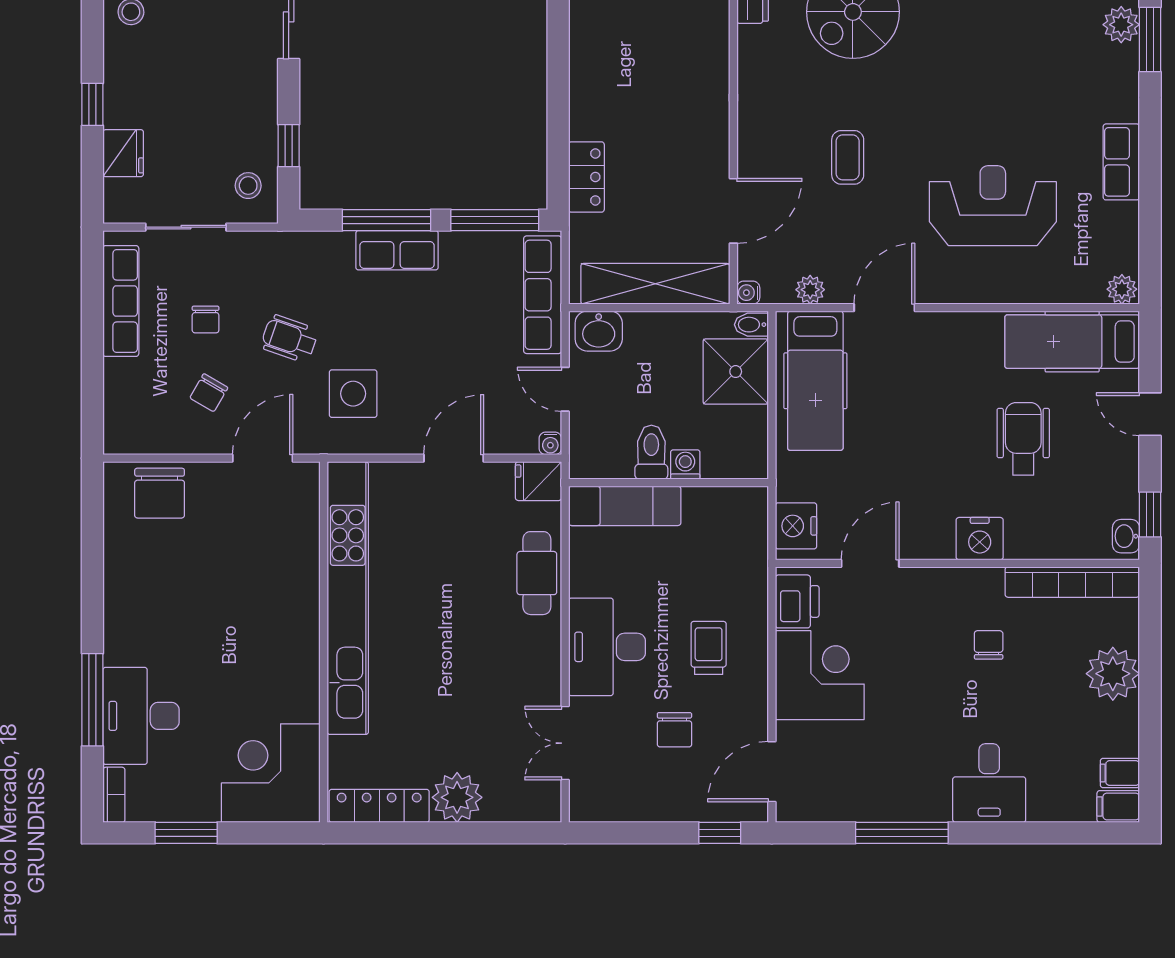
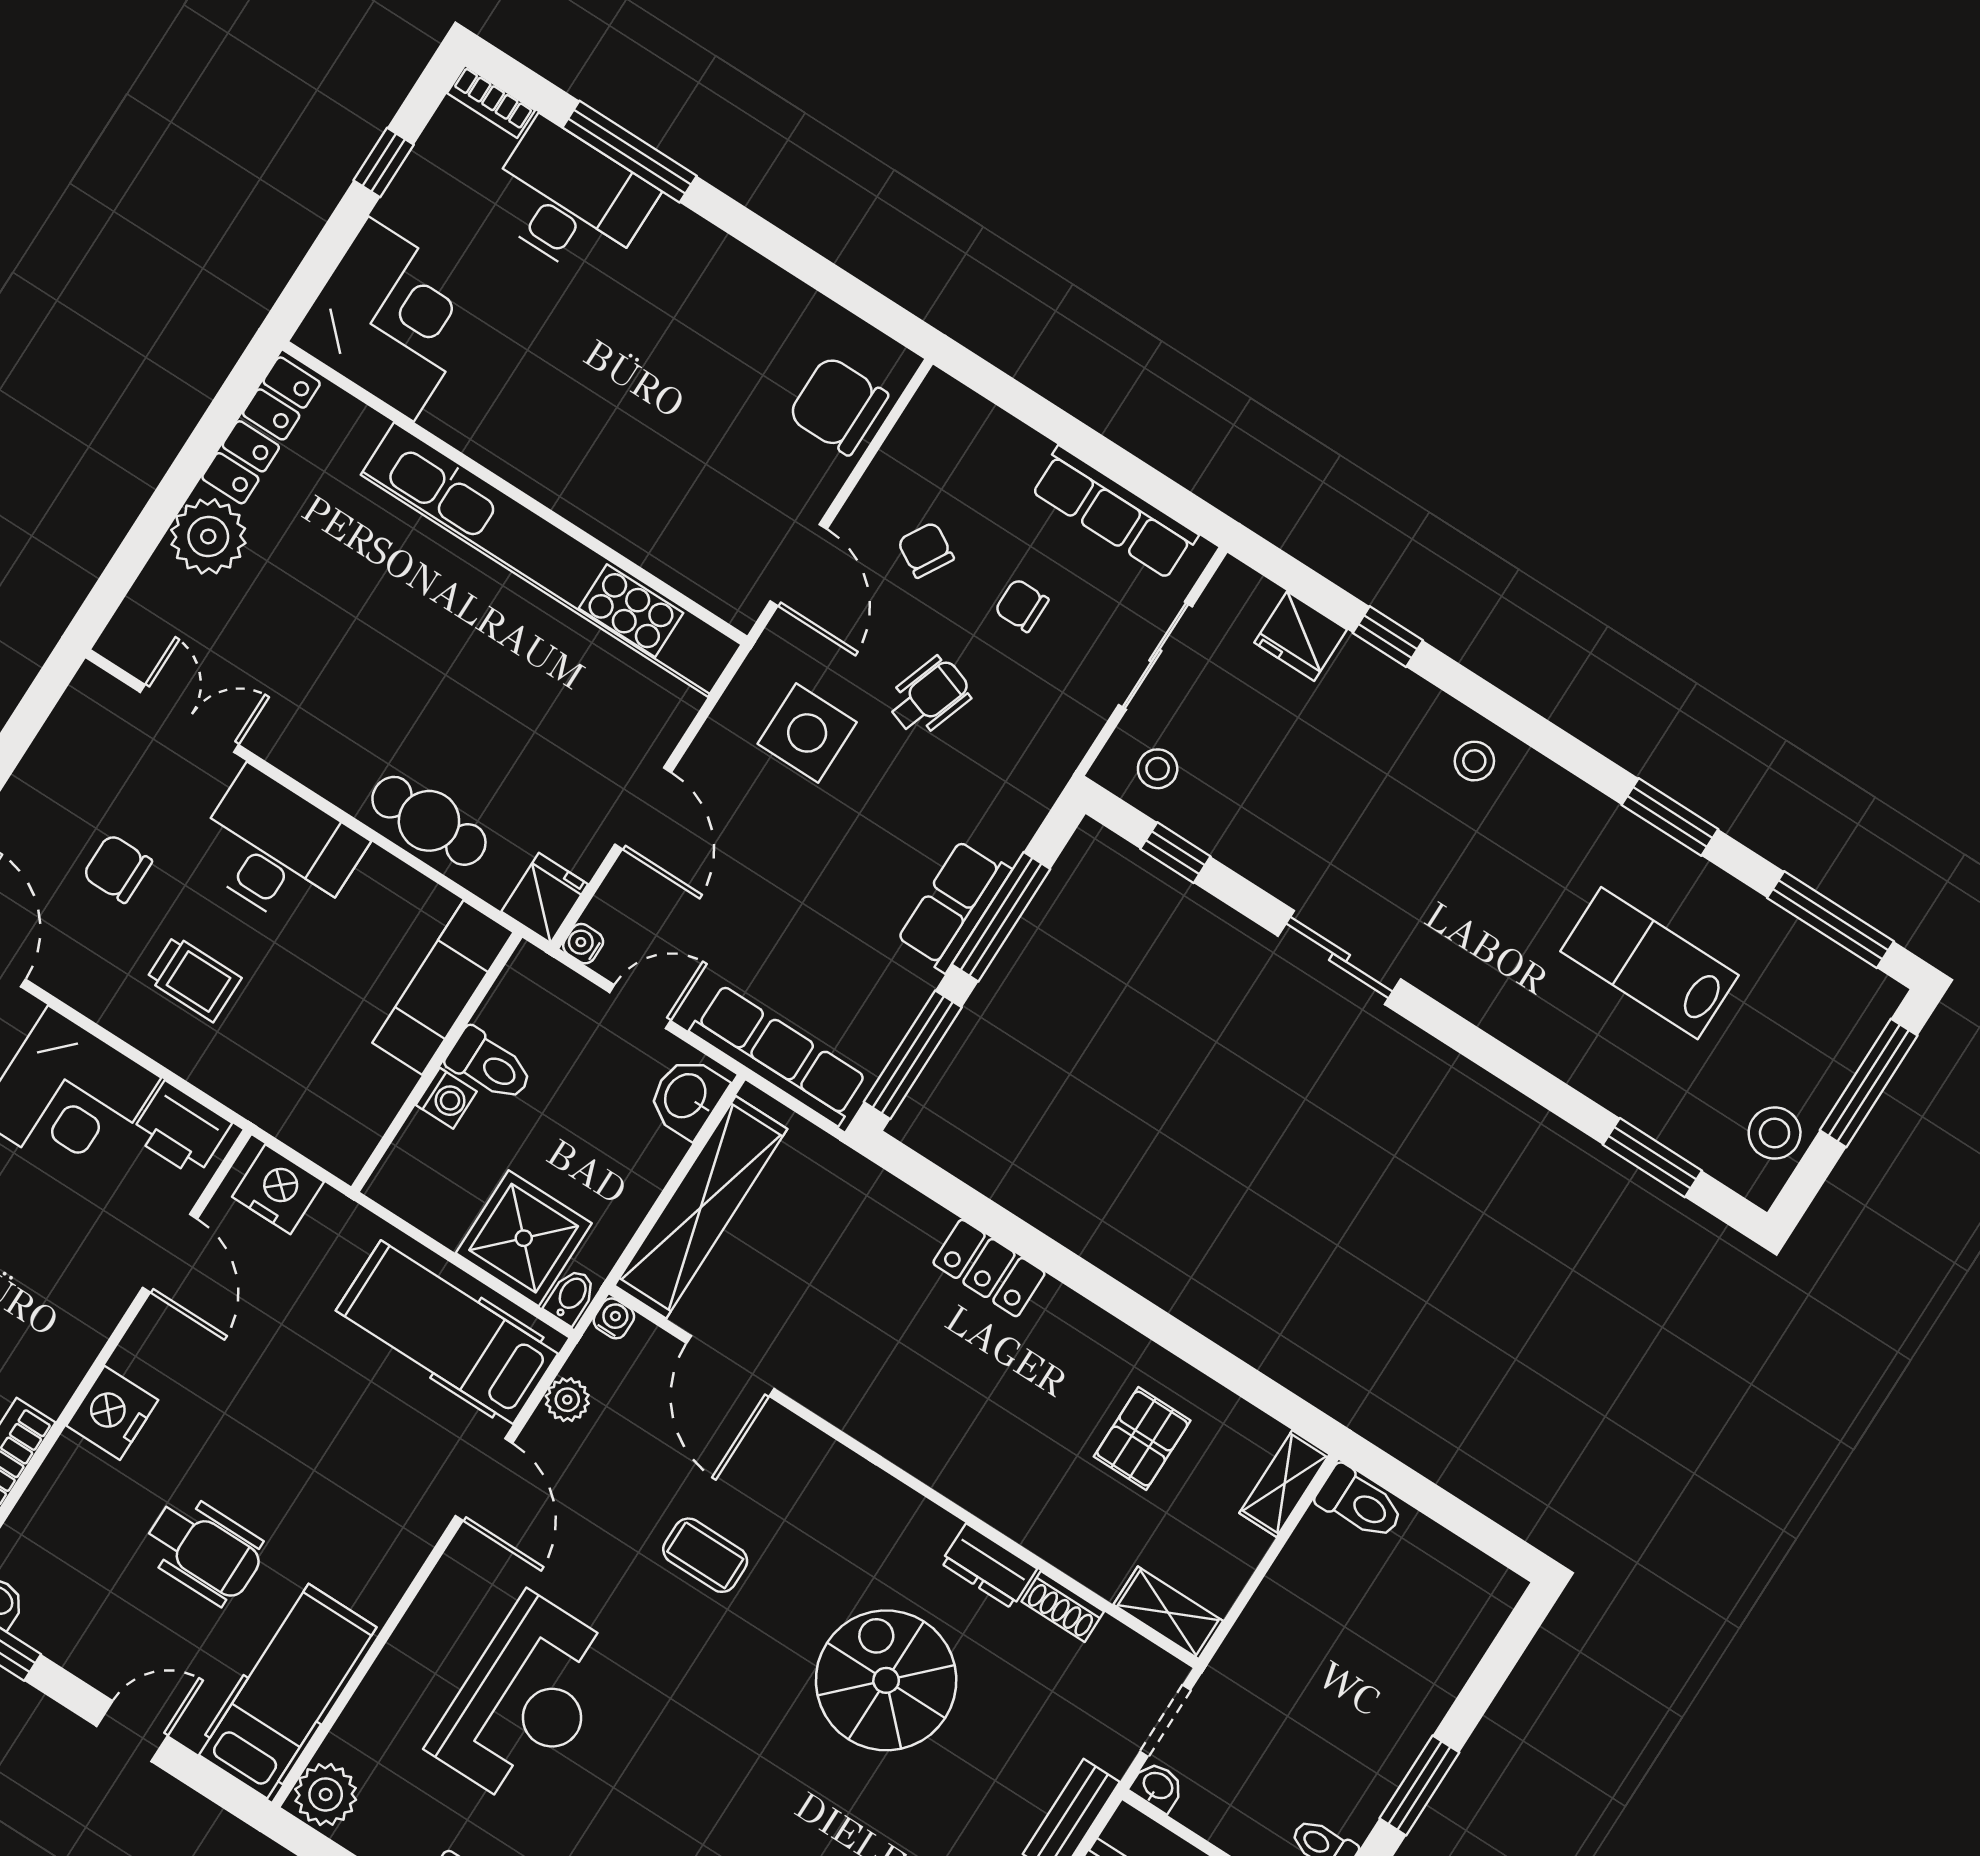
locker: (586, 177) -> (989, 1268), moved
plant: (1122, 289) -> (326, 1794), width x1.38, depth x1.38
window: (186, 833) -> (384, 163), width x0.67

